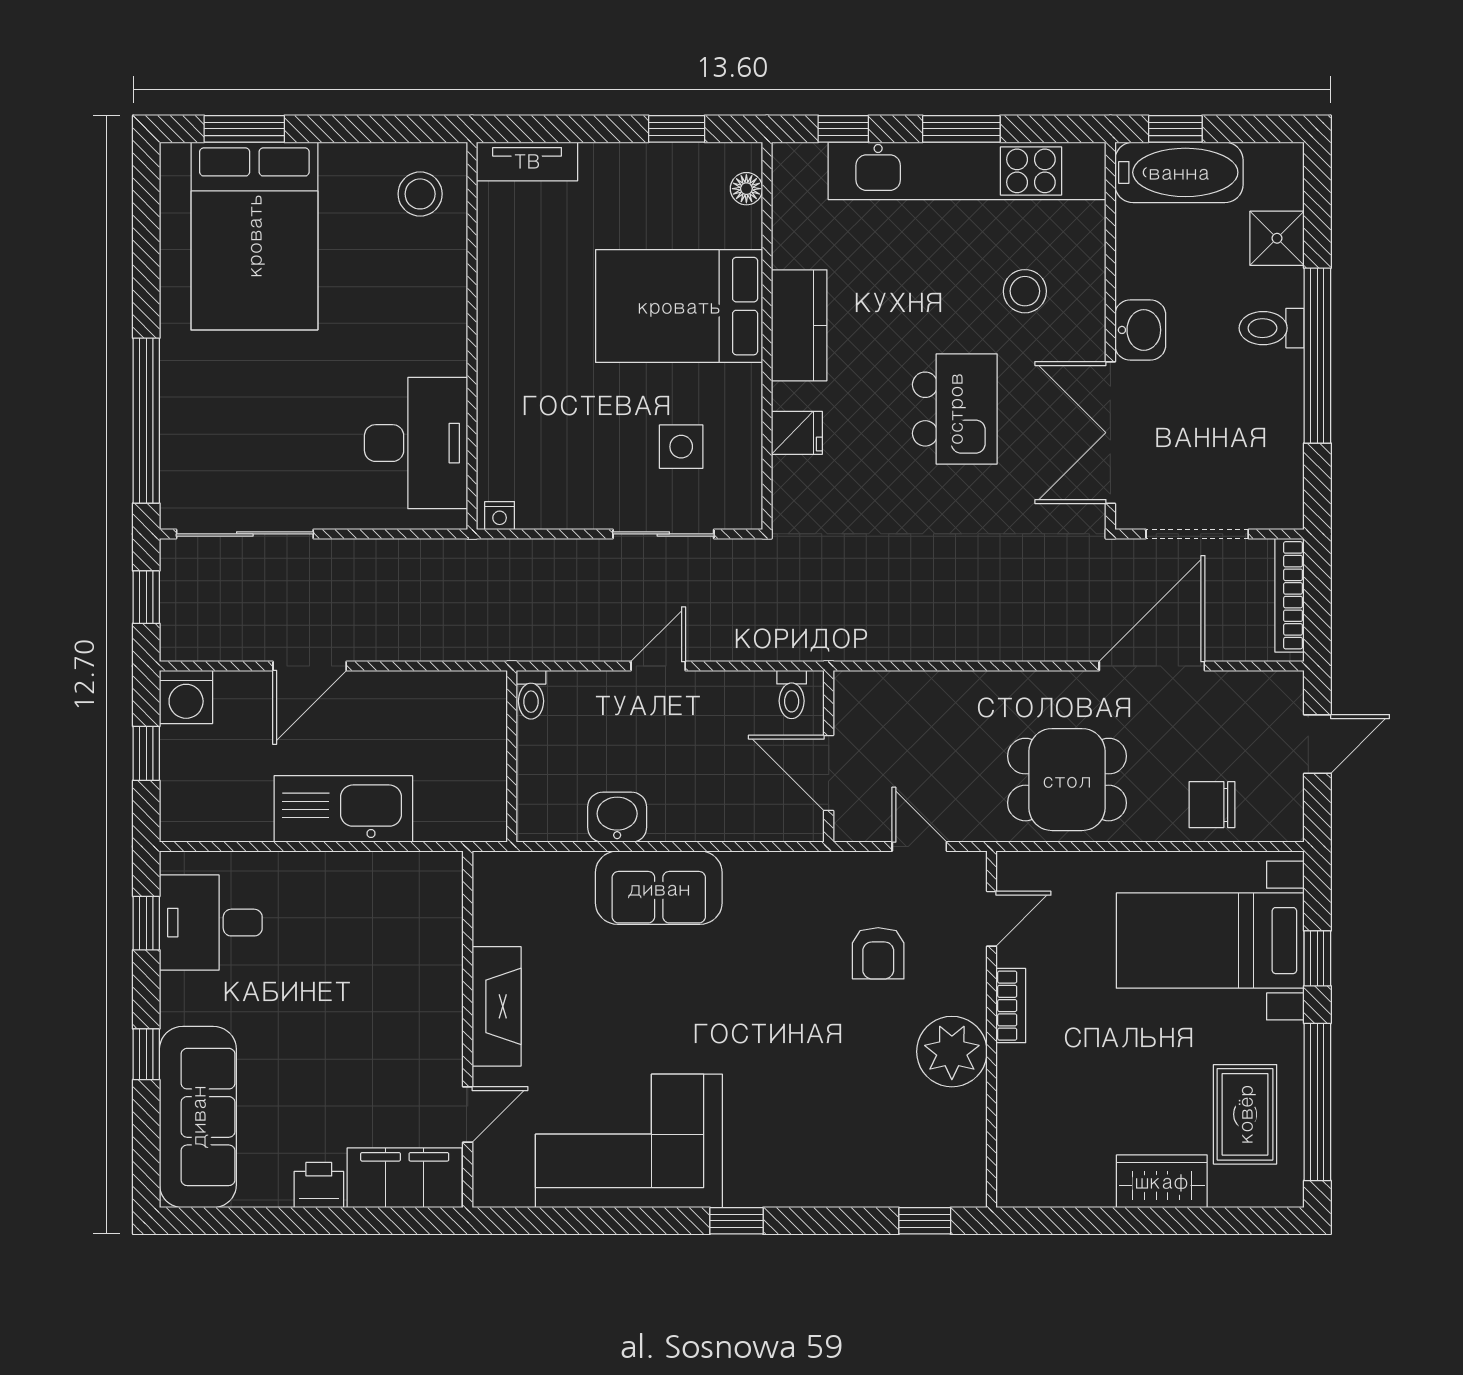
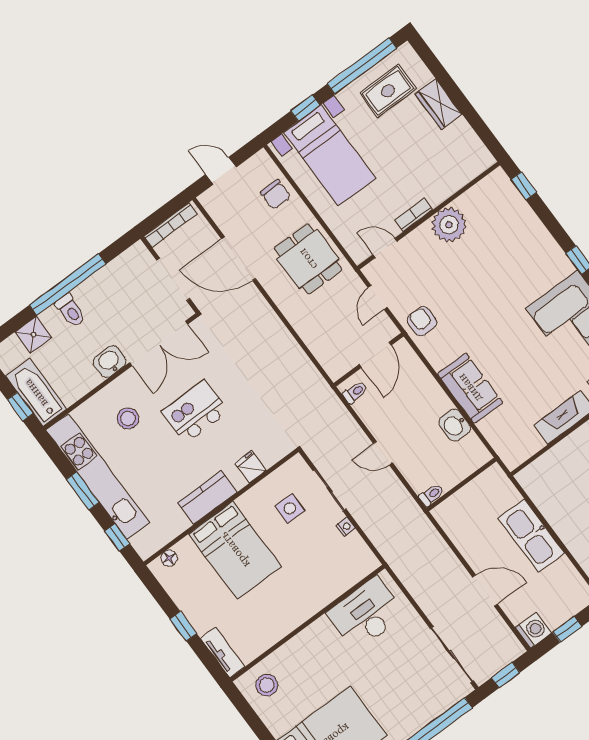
window: (677, 129) -> (183, 626), moved
nightstand: (500, 516) -> (346, 527), moved
armchair: (878, 953) -> (422, 321), moved, turned -90

